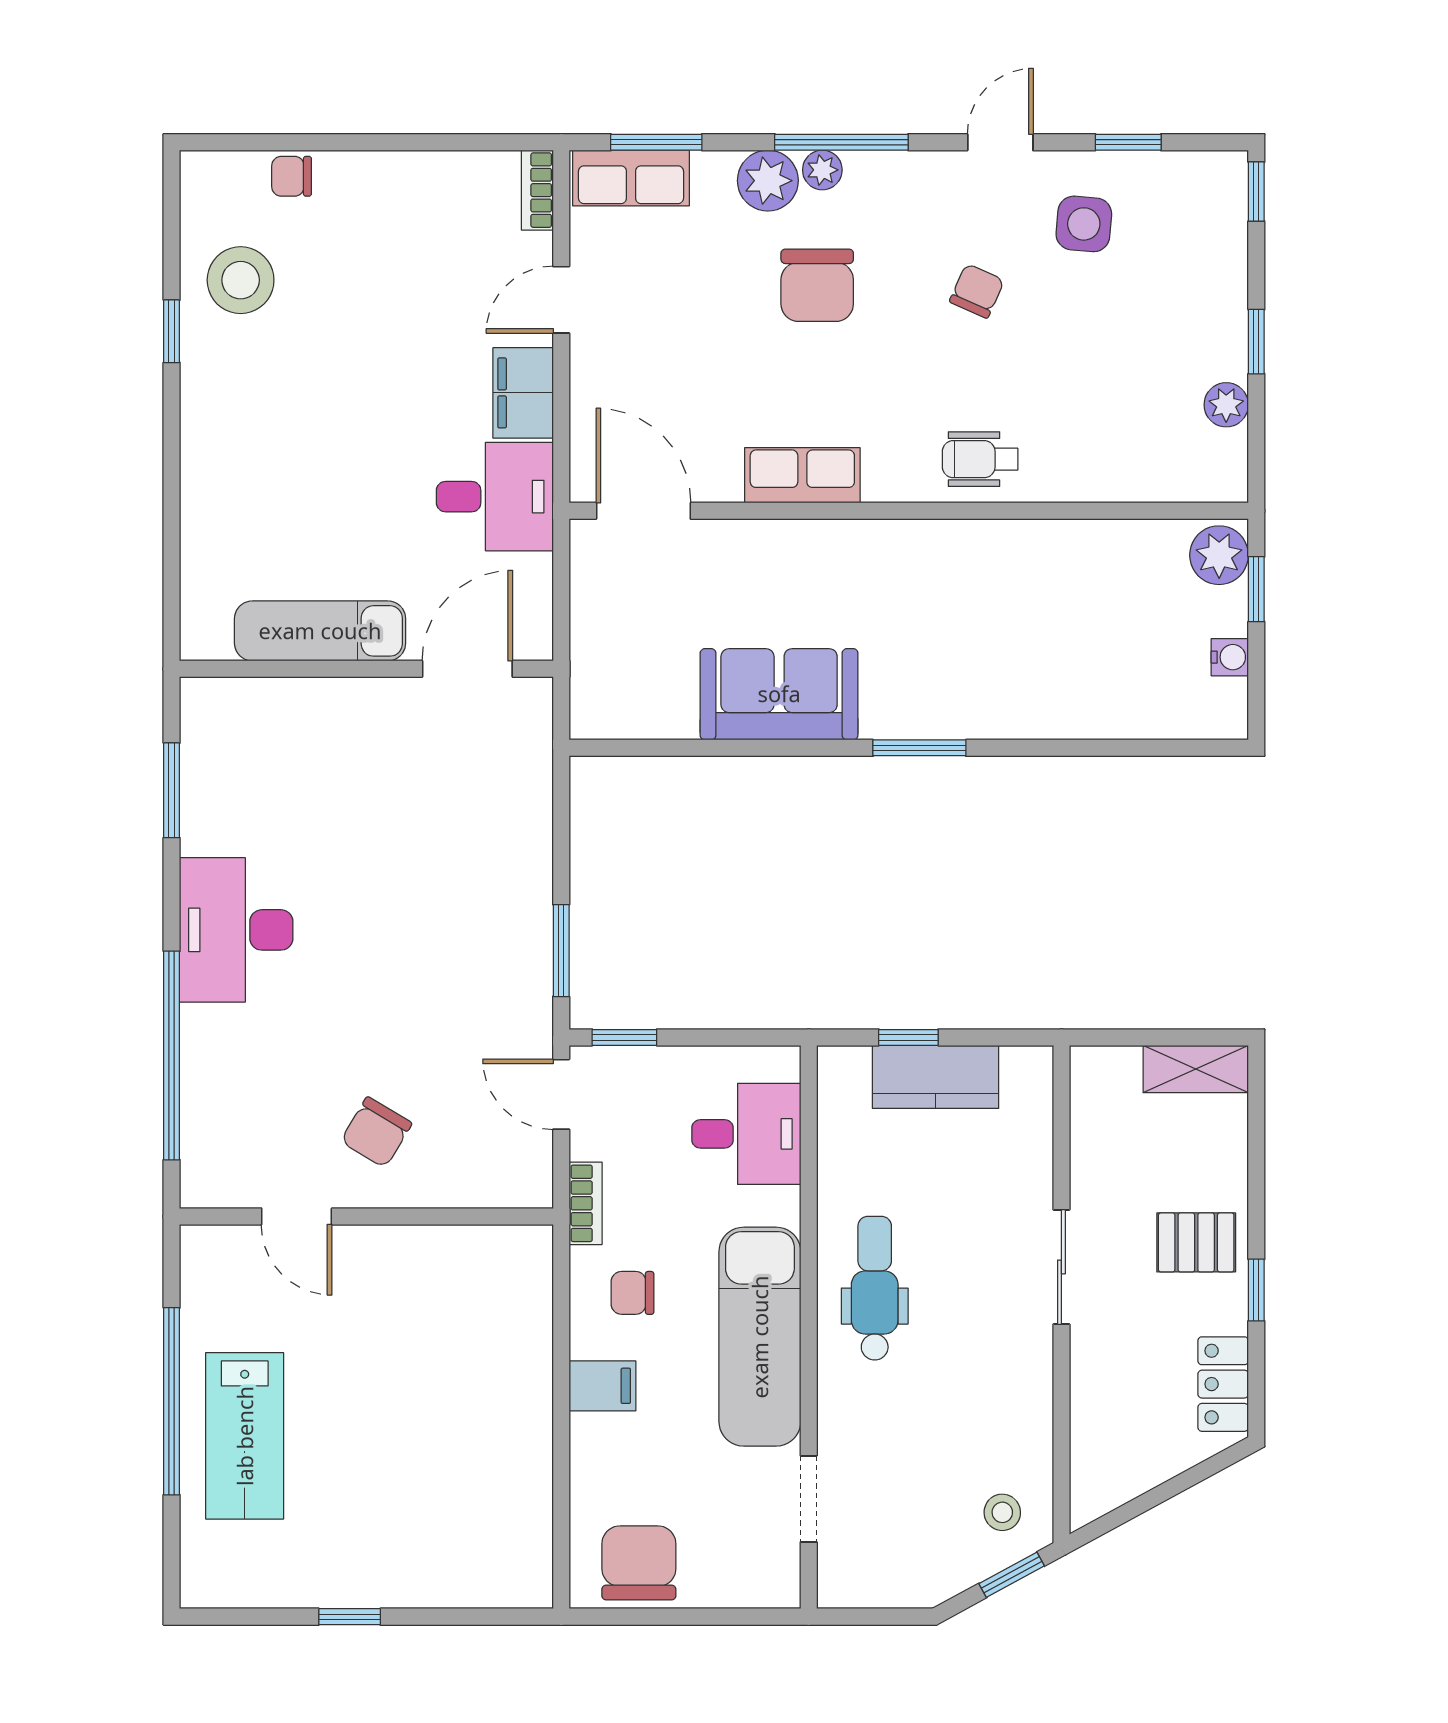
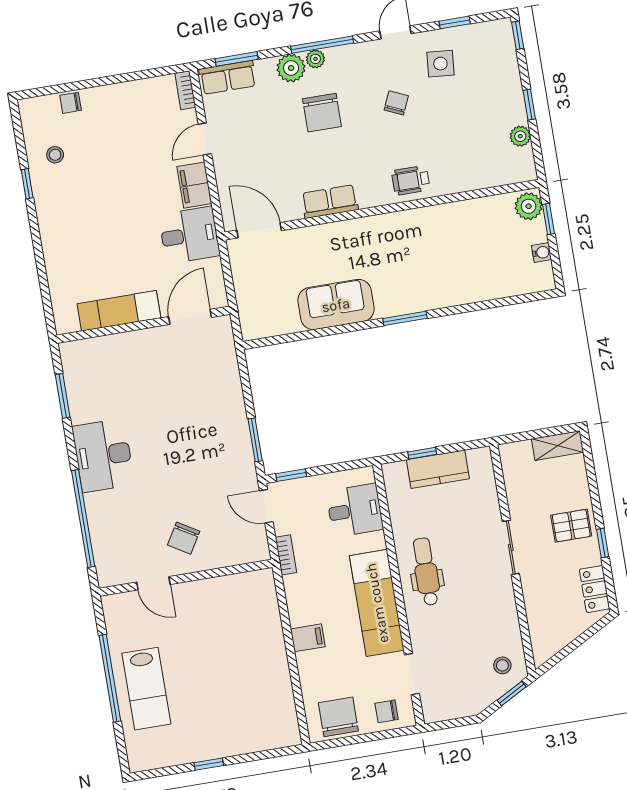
stool: (241, 280) -> (55, 155), width x0.53, depth x0.53
chair: (632, 1293) -> (387, 711), moved

